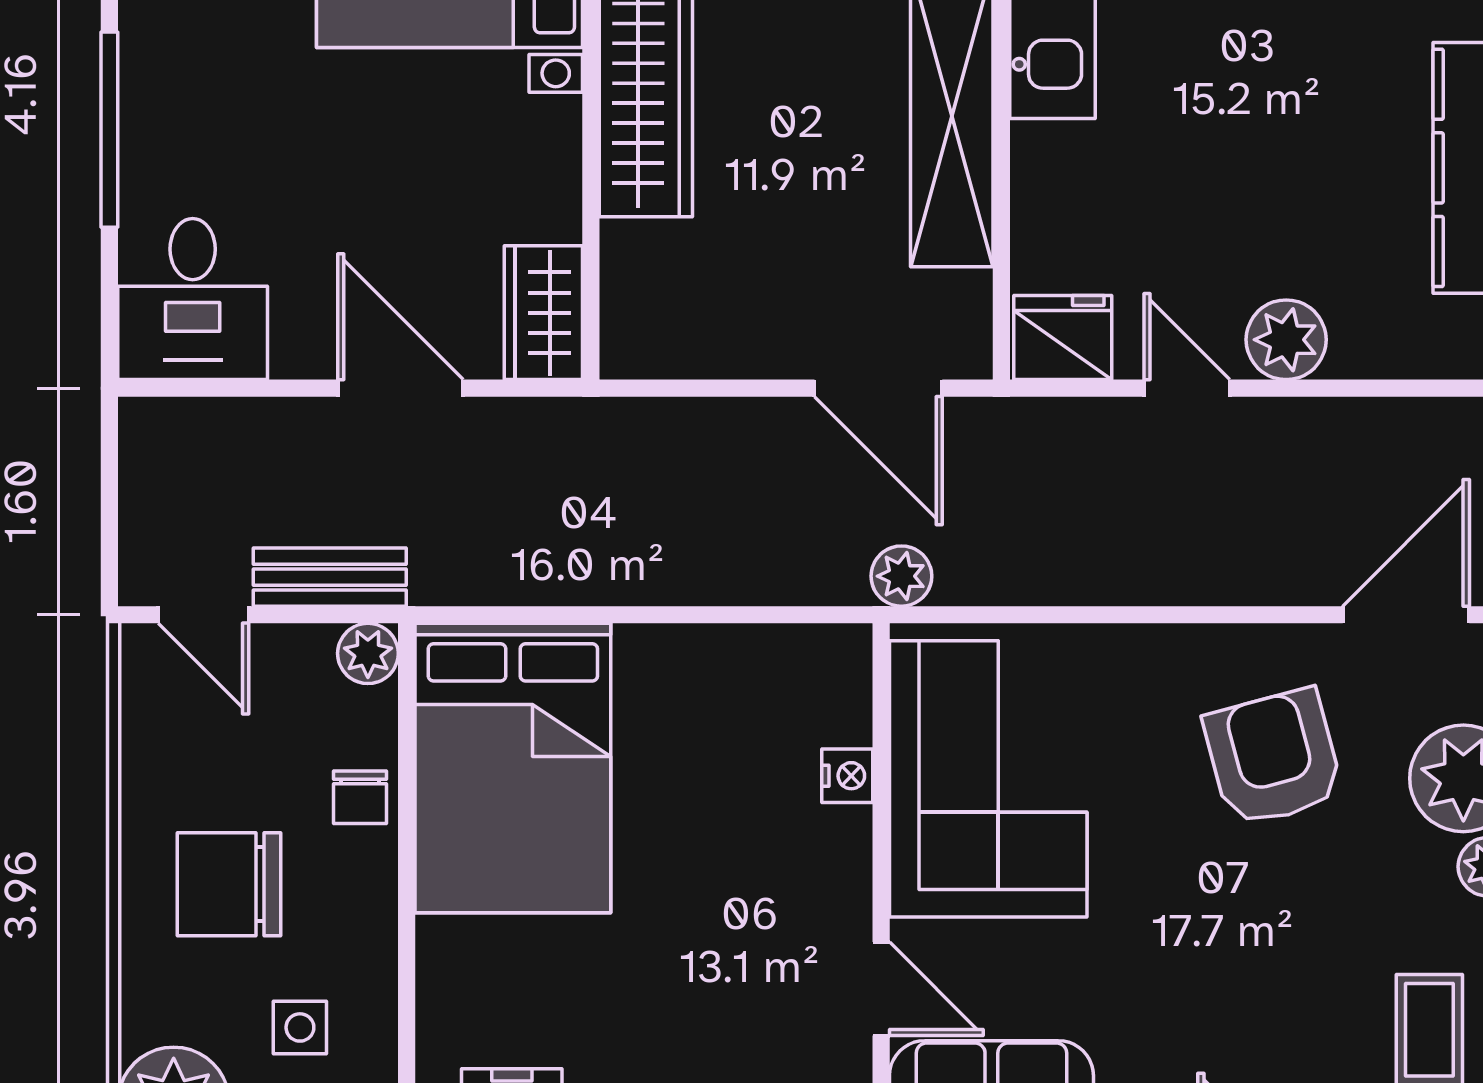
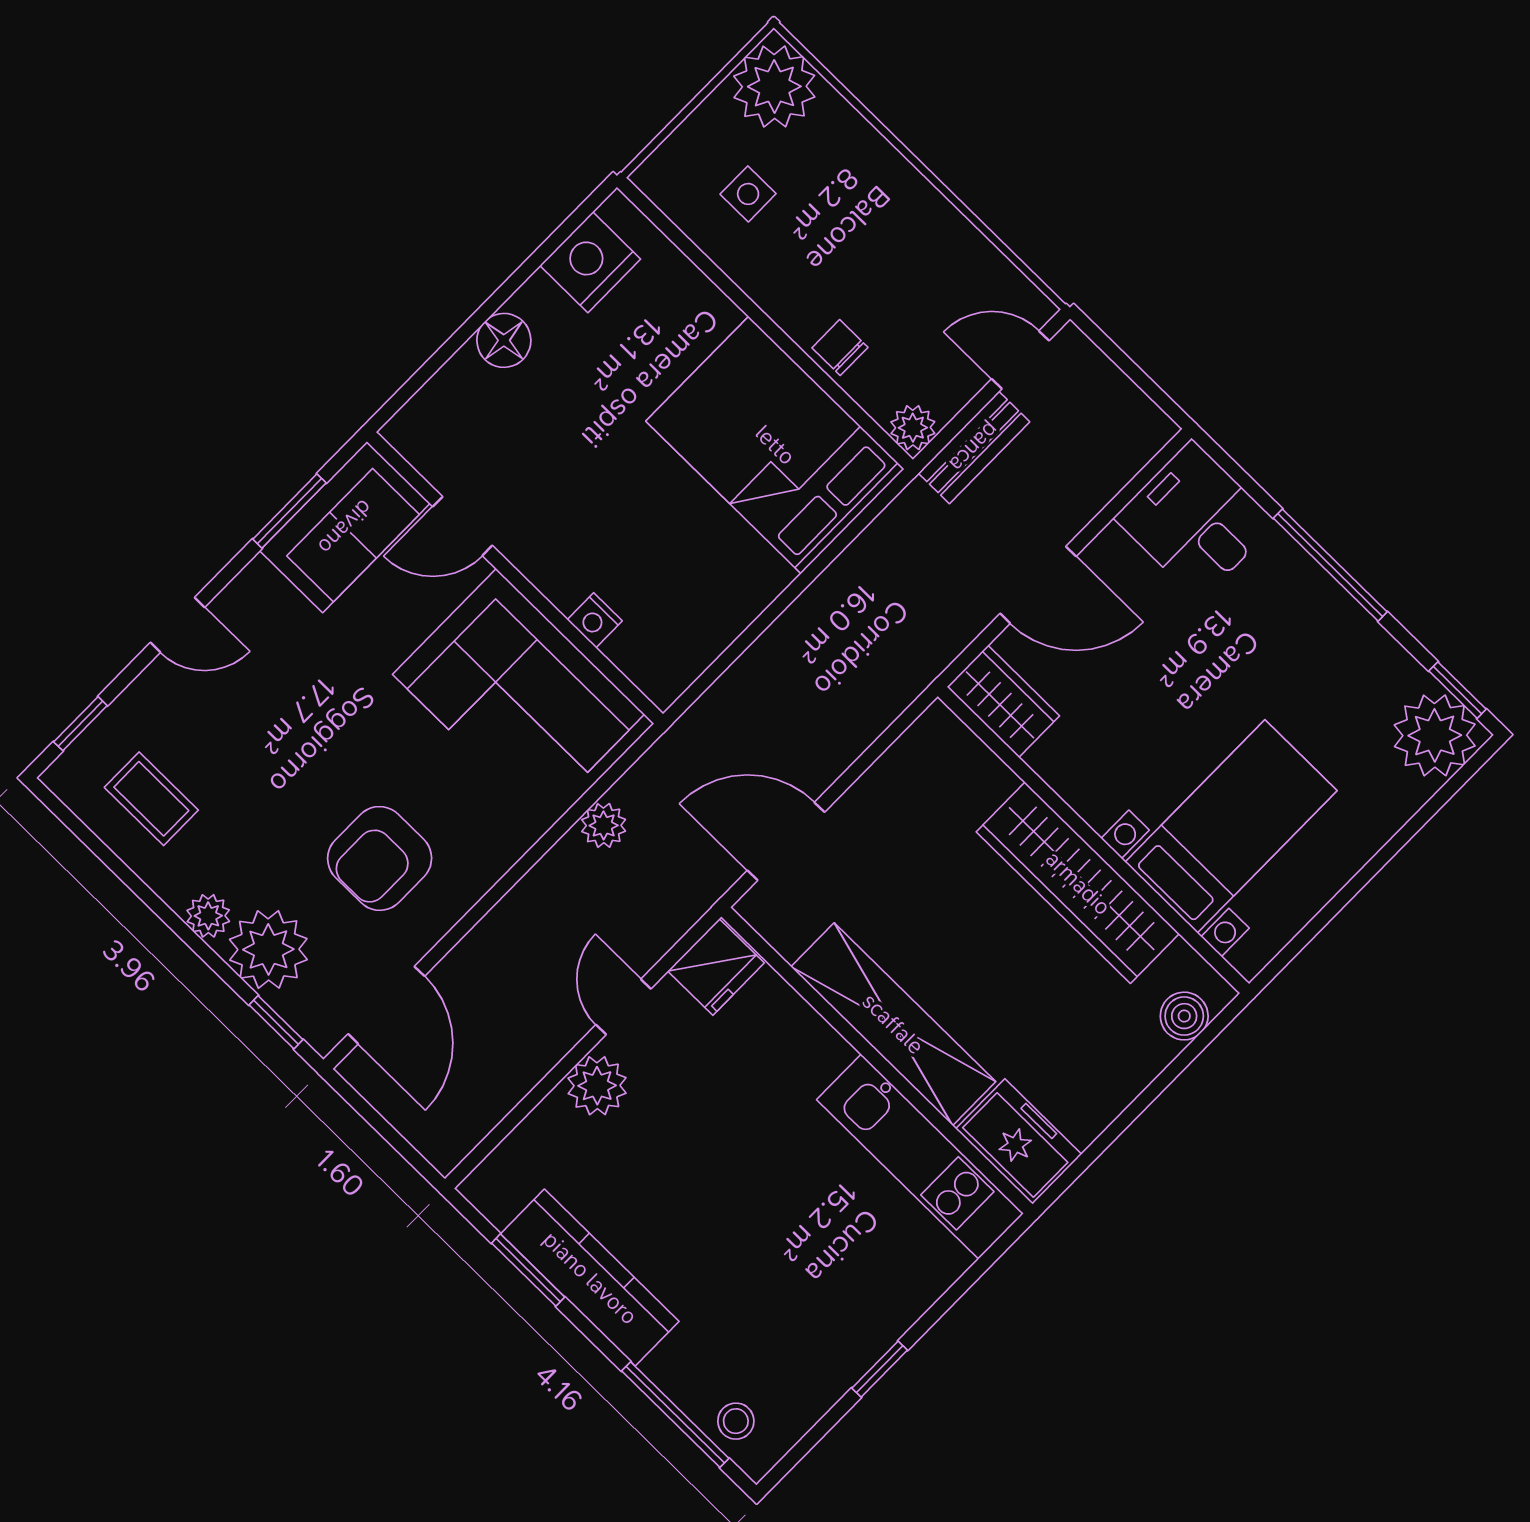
door: (1187, 388) -> (623, 1007), swing flipped
plant: (901, 576) -> (604, 825), moved
armchair: (1273, 758) -> (380, 858), turned 105
chair: (229, 884) -> (862, 231), removed

